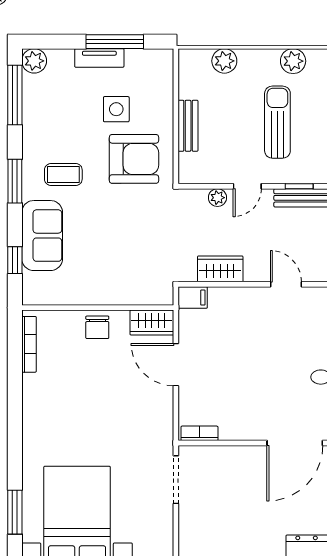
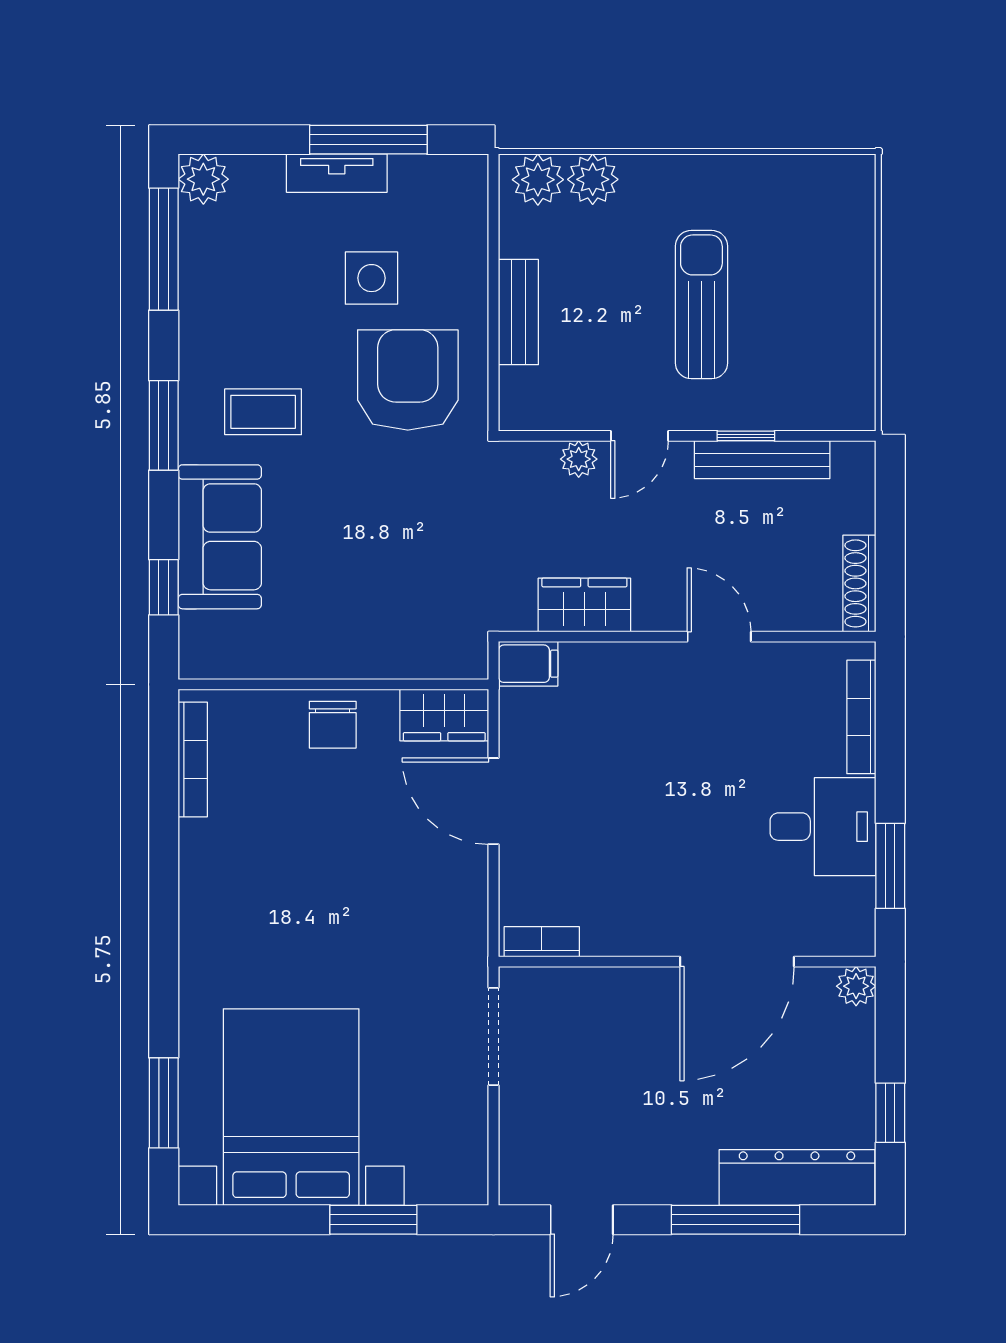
plant: (293, 61) -> (538, 180), moved
armchair: (134, 159) -> (408, 380), turned -90

